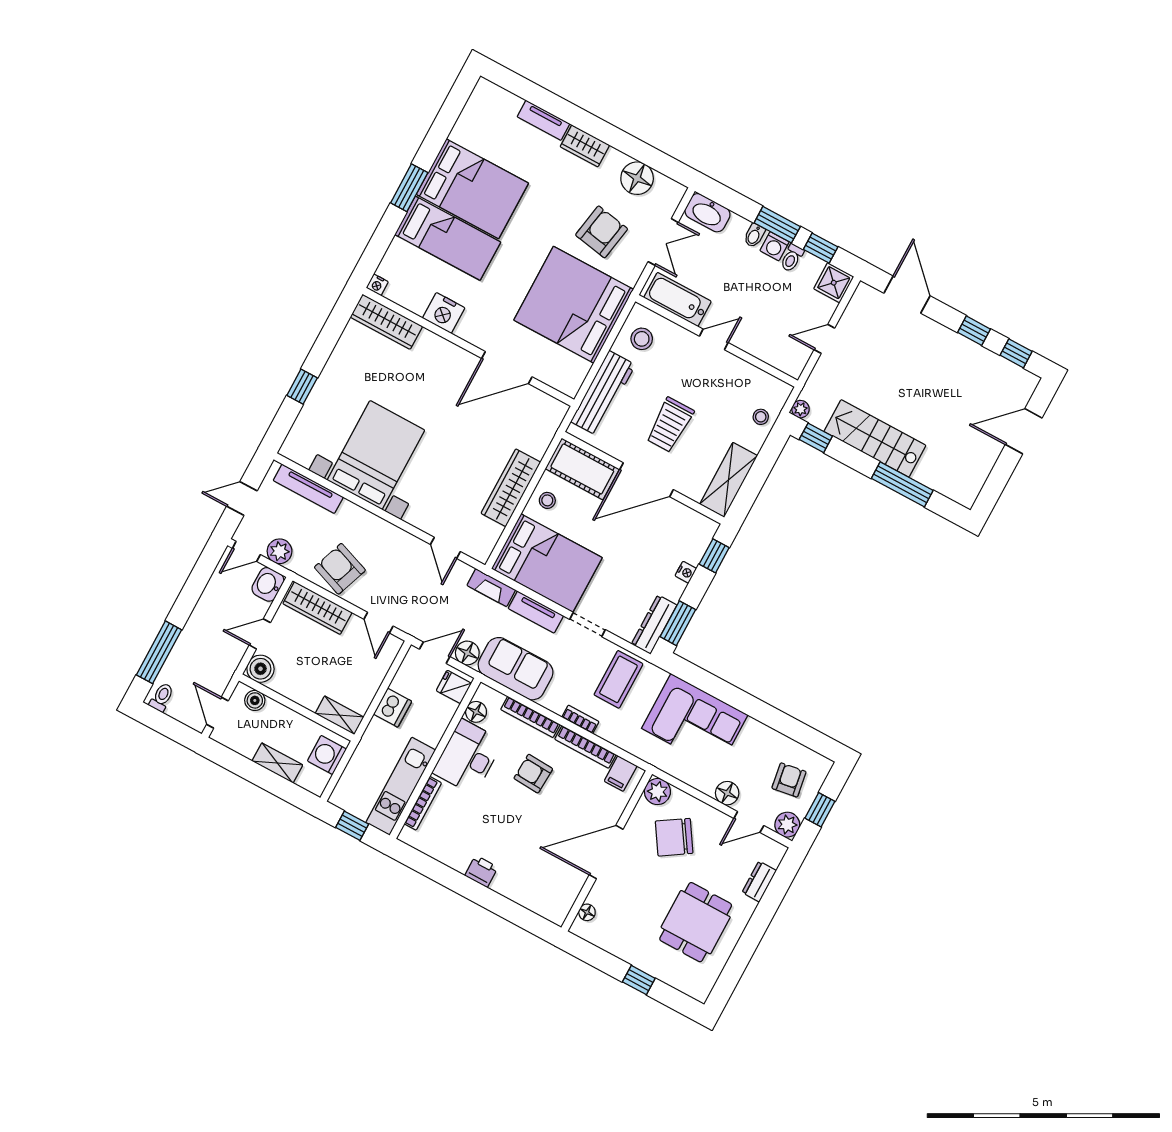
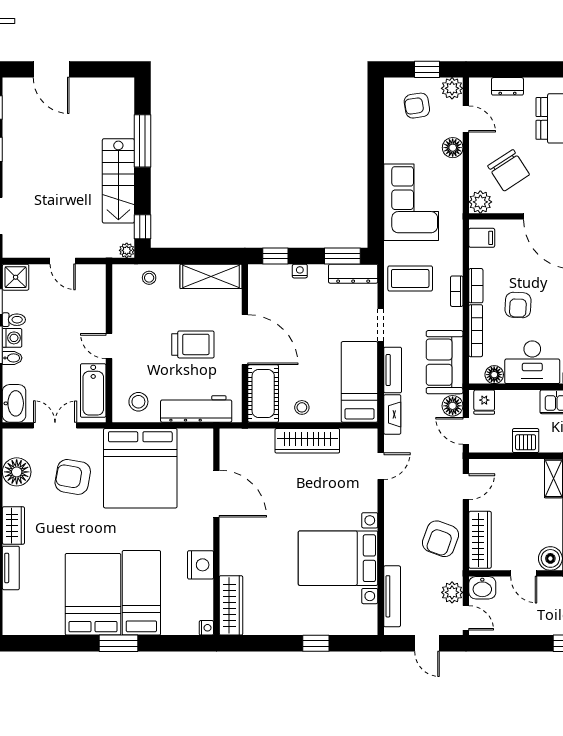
bed: (547, 563) -> (360, 382), width x0.67
bookcase: (585, 747) -> (476, 286), width x0.64

